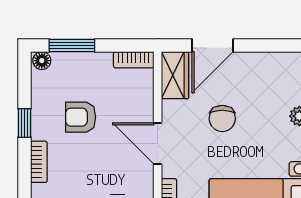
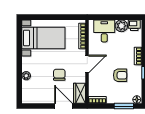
door: (213, 46) -> (63, 106), hinge flipped
door: (158, 143) -> (87, 64), hinge flipped

